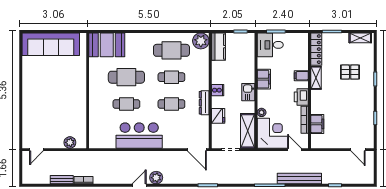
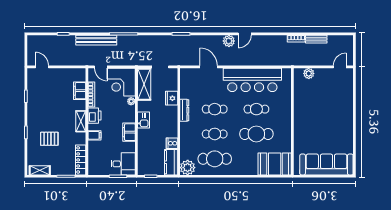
shelving: (316, 78) -> (81, 121), moved
cooker: (218, 90) -> (172, 143), moved
bar counter: (139, 136) -> (252, 80), width x1.36
door: (197, 150) -> (209, 67), moved

